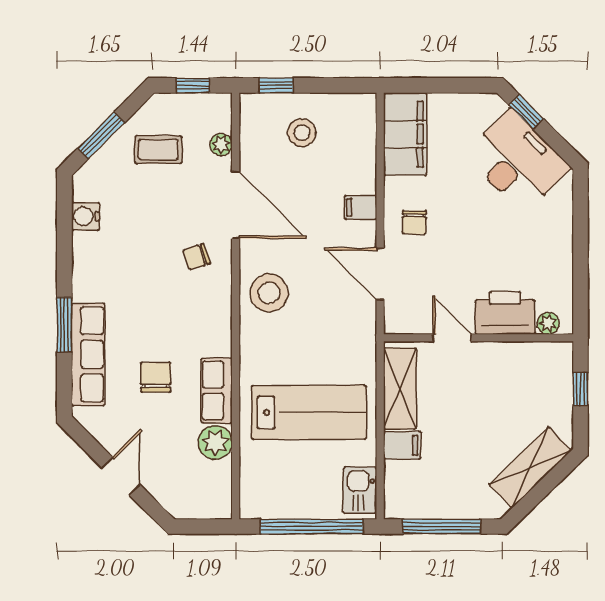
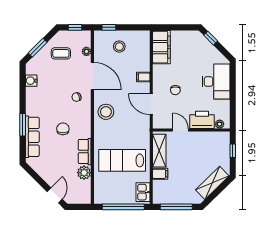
desk: (517, 161) -> (216, 82), moved, turned 45
chair: (414, 222) -> (175, 90), moved
chair: (156, 377) -> (63, 129), moved
lab bench: (309, 412) -> (122, 160), turned 180
door: (121, 476) -> (55, 195), moved

